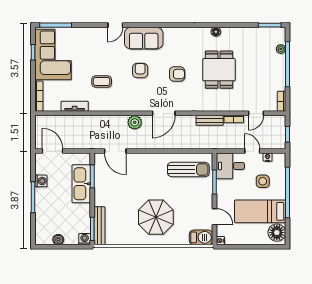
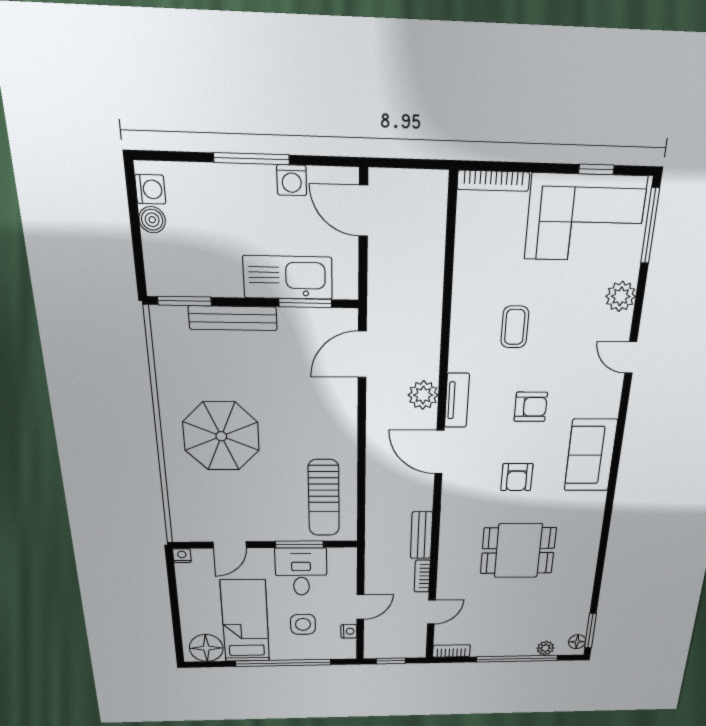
floor lamp: (216, 32) -> (577, 642), moved
plant: (87, 34) -> (621, 296), added
sofa: (144, 38) -> (591, 455), moved
tv unit: (75, 106) -> (457, 400), moved
door: (256, 113) -> (431, 612), swing flipped
door: (52, 151) -> (363, 211), swing flipped
desk: (230, 166) -> (301, 572), moved
bench: (100, 226) -> (233, 318), moved
barbecue: (201, 237) -> (185, 521), removed
washing machine: (85, 239) -> (150, 189), moved

